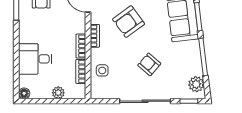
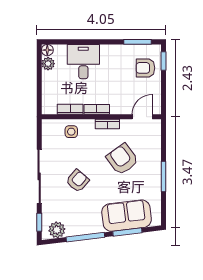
plant: (58, 93) -> (48, 64), moved

